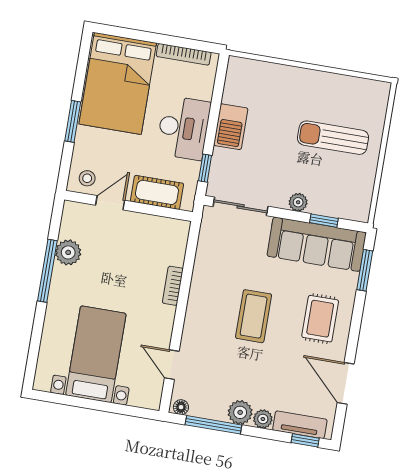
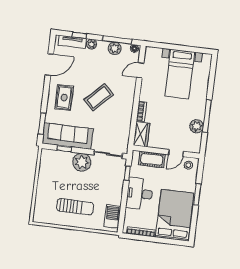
barbecue: (231, 127) -> (112, 216), moved
sun lounger: (333, 138) -> (75, 207), moved
plant: (298, 202) -> (82, 162), width x1.87, depth x1.87
wardrobe: (174, 242) -> (142, 134), added
coffee table: (254, 316) -> (99, 97), turned 45
door: (172, 365) -> (140, 70), swing flipped
door: (346, 383) -> (49, 65), hinge flipped
plant: (240, 412) -> (115, 48), moved
window: (305, 440) -> (79, 35), moved

